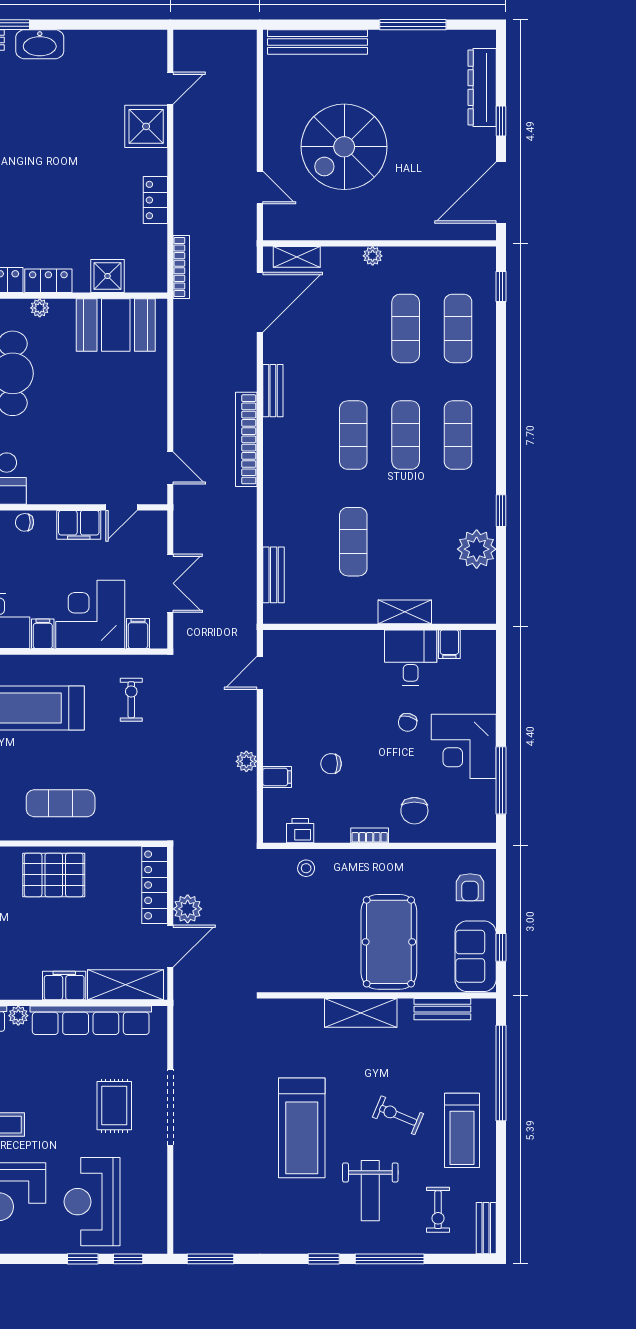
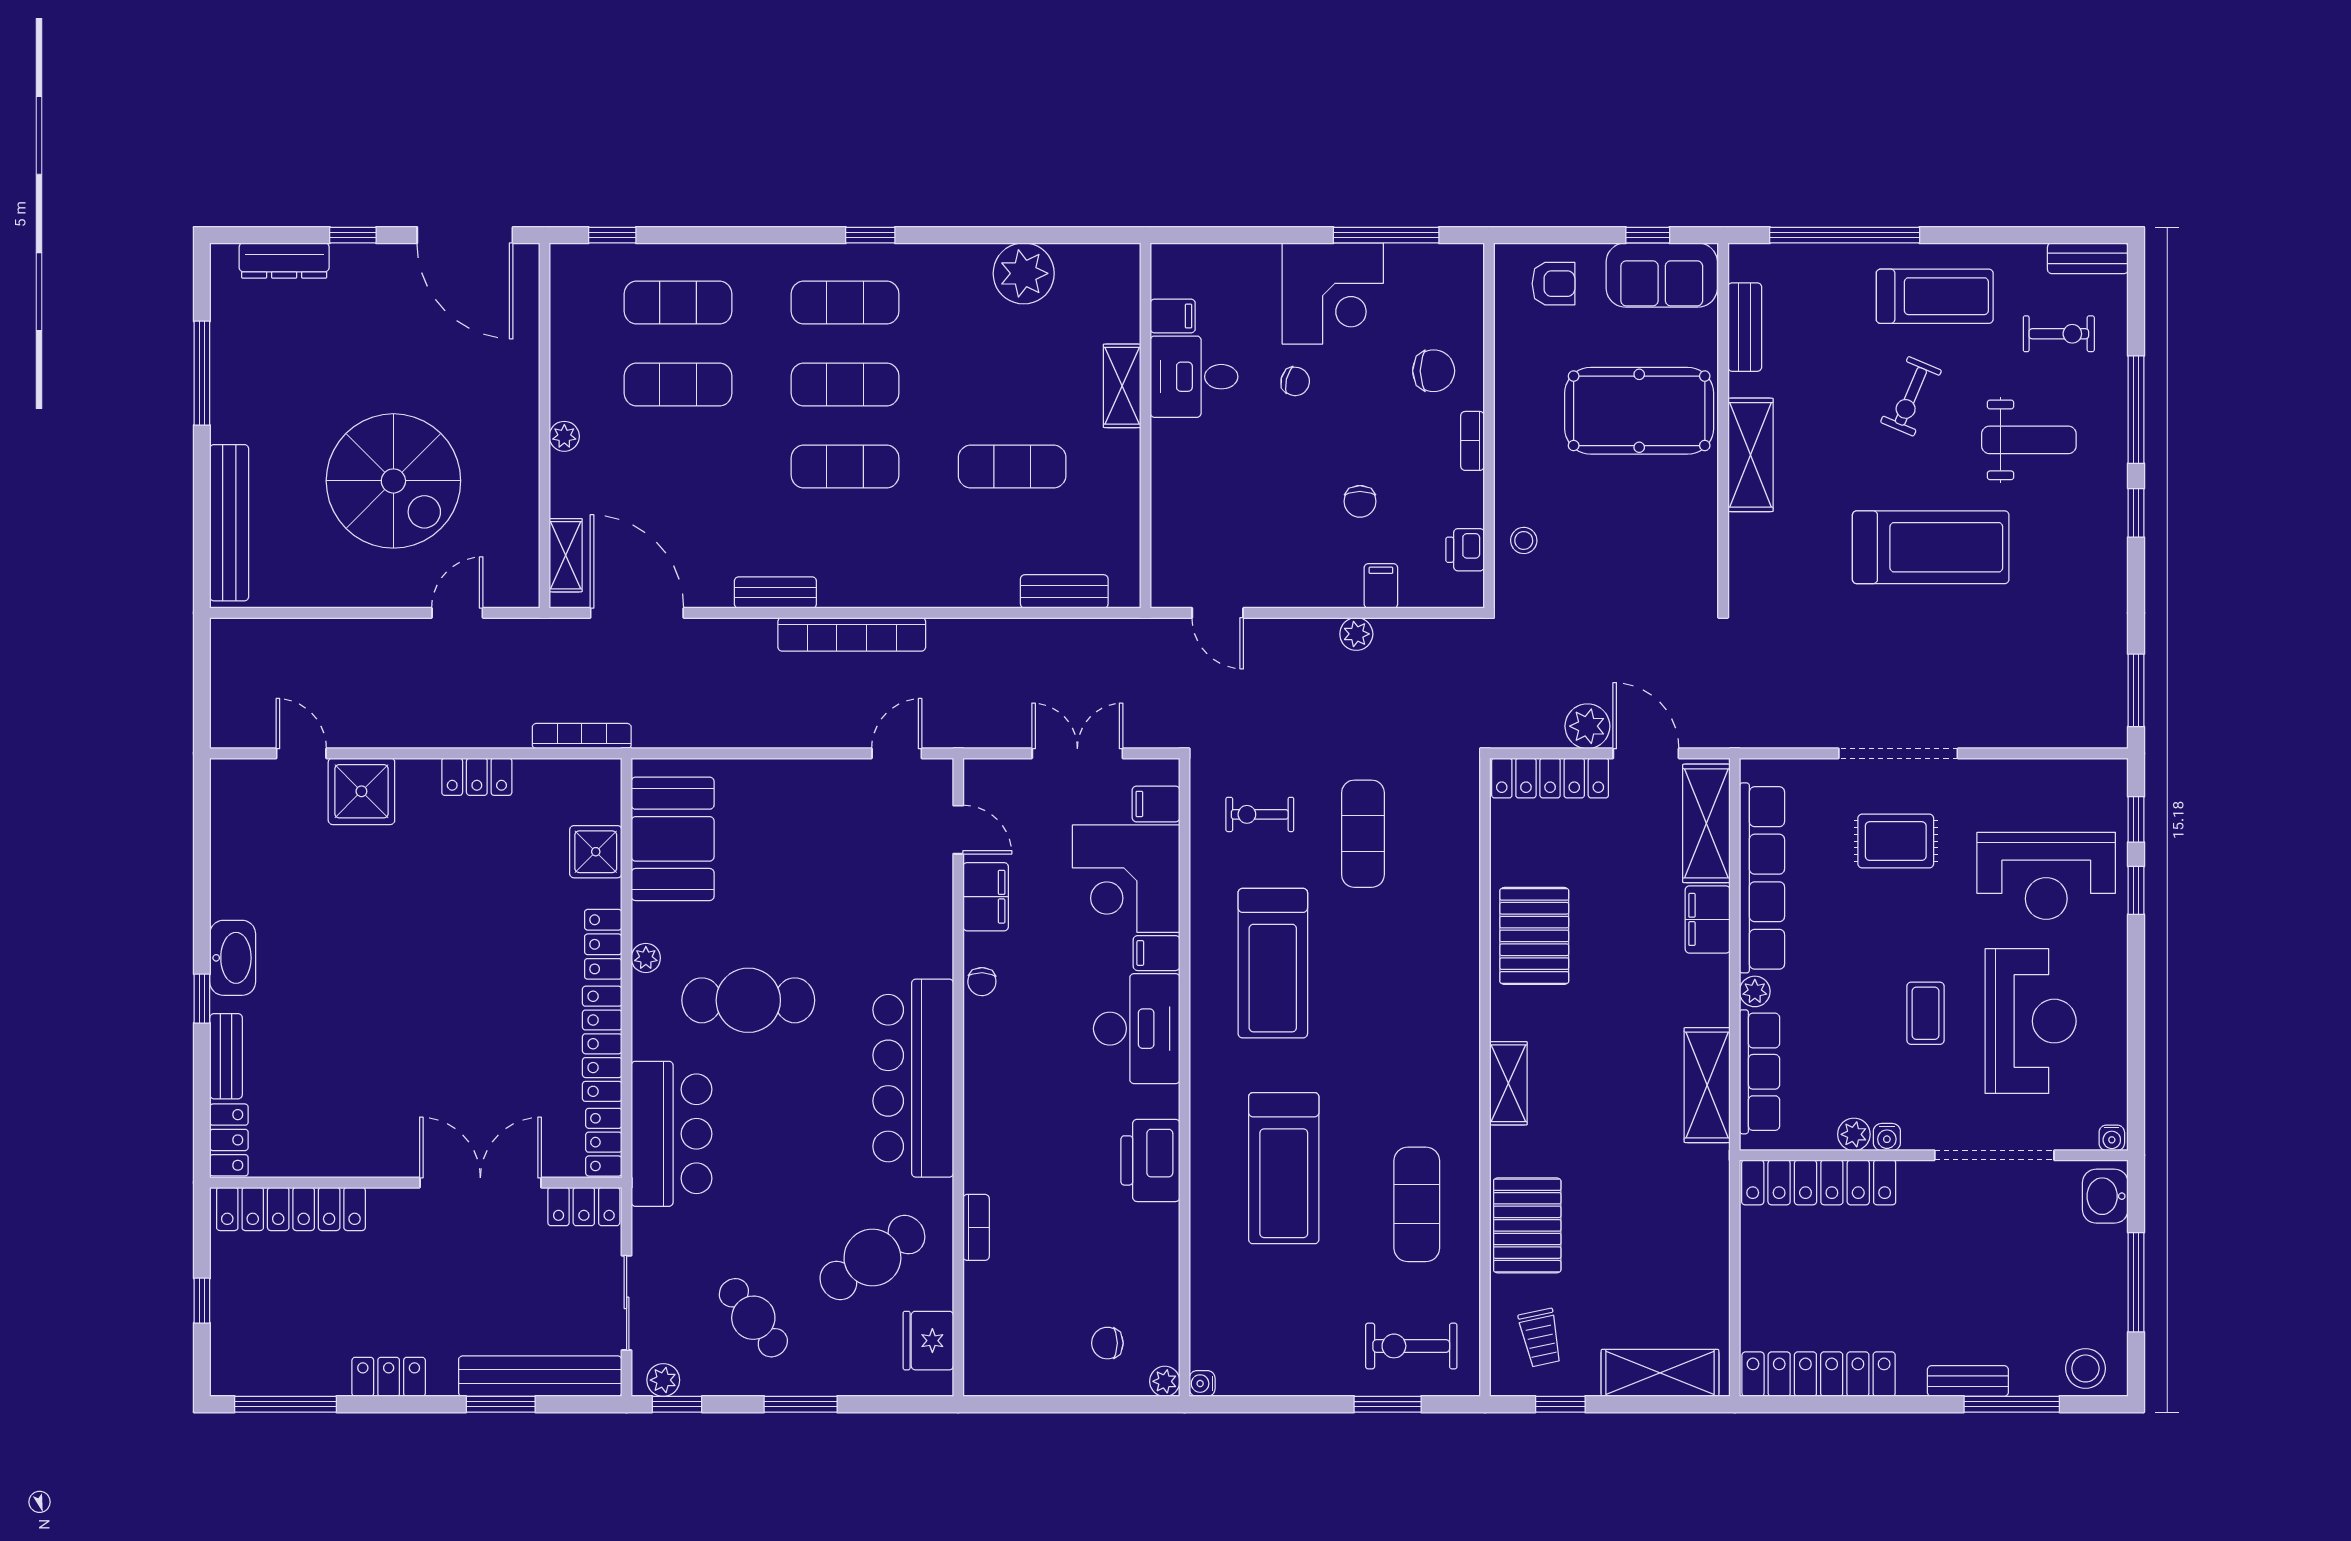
dresser: (482, 88) -> (284, 260), width x0.73, depth x0.80
window: (501, 511) -> (870, 235), moved
exercise mat: (61, 803) -> (1363, 834), moved

